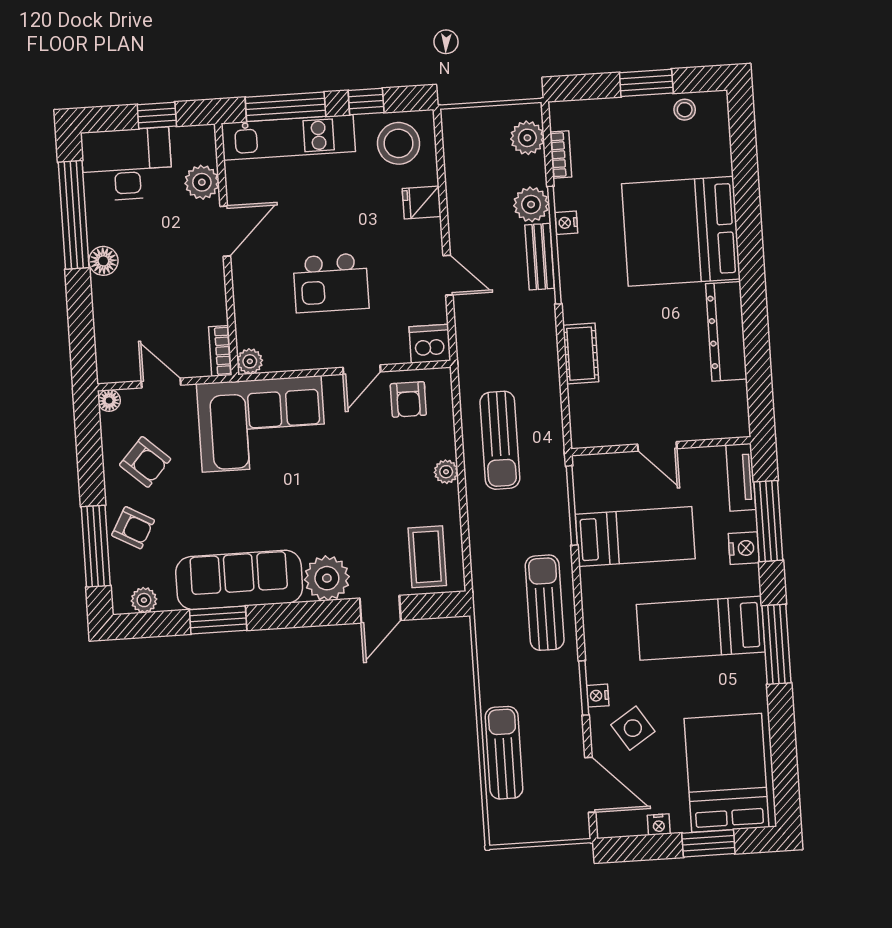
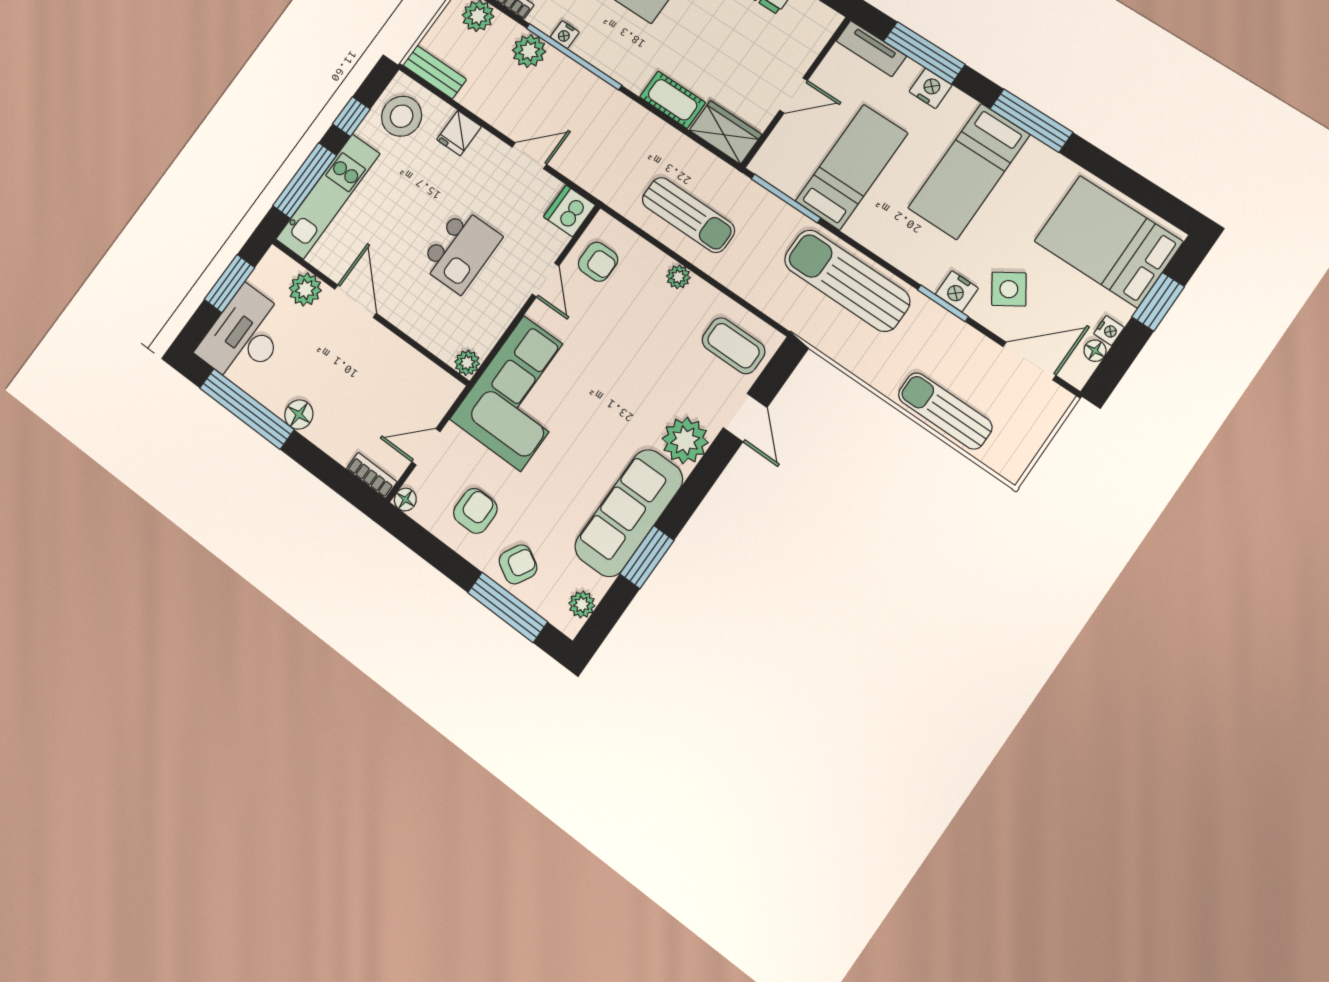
window: (157, 115) -> (229, 284), width x1.50
bench: (540, 257) -> (435, 72), moved
bookcase: (220, 351) -> (372, 475), moved, turned 180
wardrobe: (587, 417) -> (726, 132), added
armchair: (145, 462) -> (475, 511), turned -42
sun lounger: (545, 603) -> (847, 281), width x1.36, depth x1.34
nightstand: (598, 696) -> (957, 291), width x1.39, depth x1.35
floor lamp: (636, 826) -> (1095, 351), added

